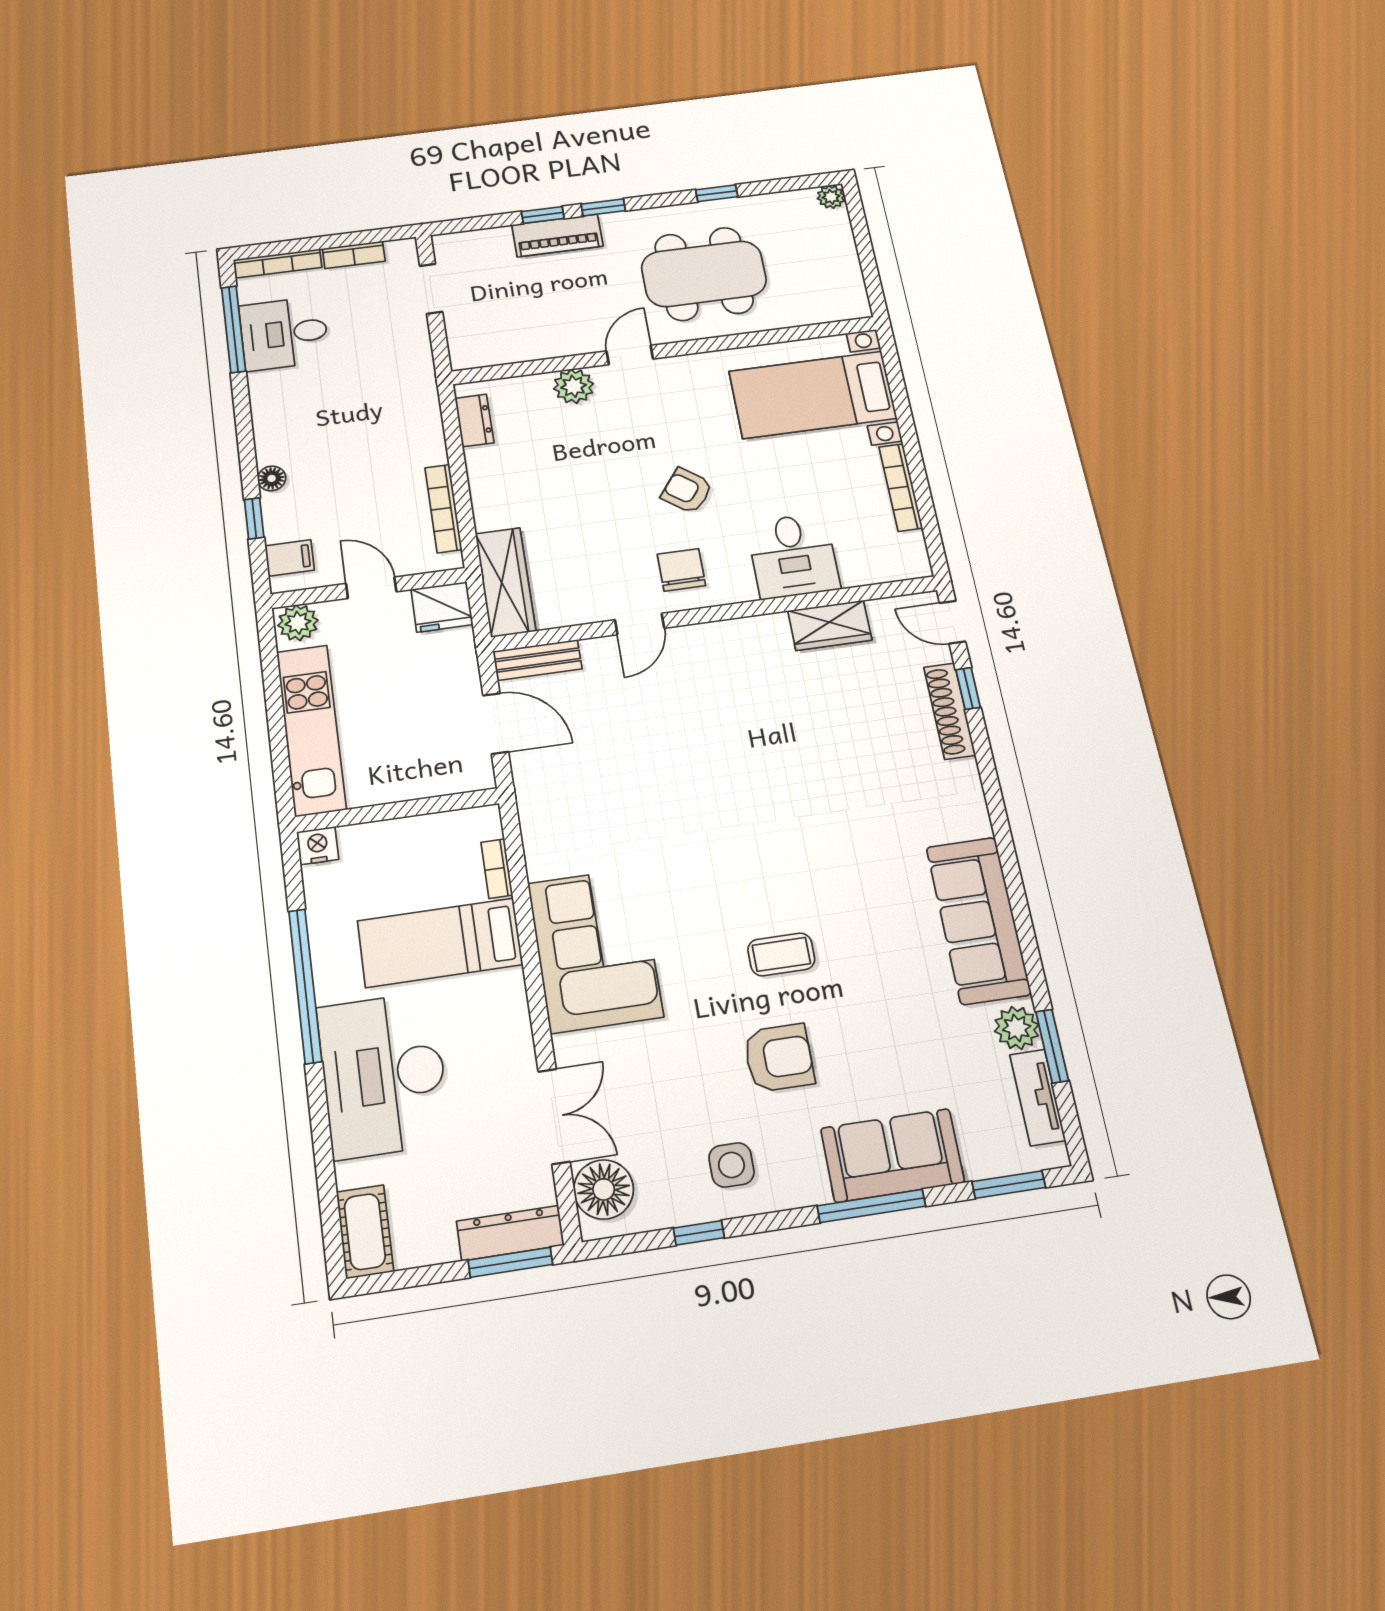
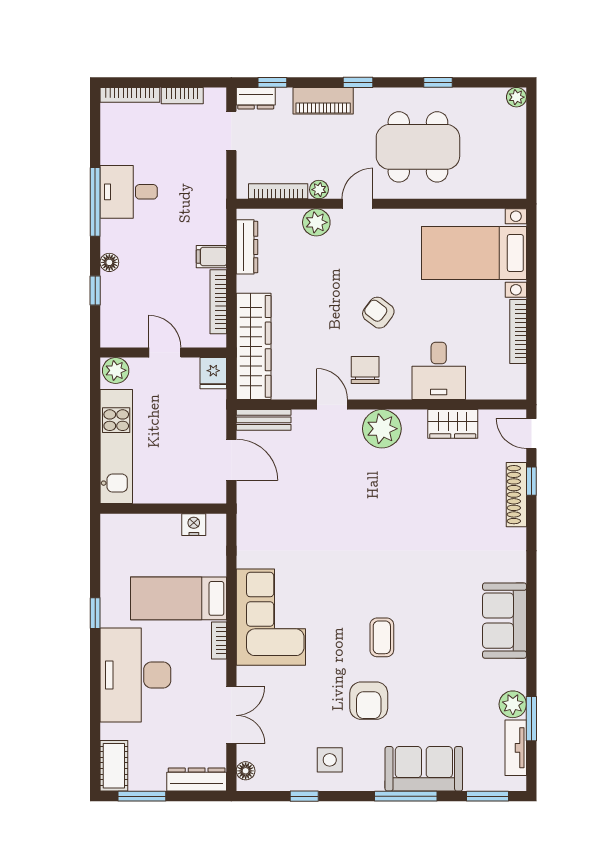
window: (543, 215) -> (272, 82), moved
dresser: (460, 245) -> (256, 98), added
window: (234, 329) -> (95, 202), moved
desk: (284, 333) -> (129, 192), moved
plant: (570, 345) -> (319, 190), added
bookcase: (511, 354) -> (278, 191), added
dresser: (474, 420) -> (247, 247), width x1.44
filing cabinet: (290, 558) -> (211, 257), moved, turned 180
wardrobe: (505, 582) -> (254, 346), width x1.40, depth x1.17
fridge: (442, 607) -> (213, 373), width x0.72
door: (640, 624) -> (332, 405), swing flipped
plant: (722, 647) -> (382, 429), added
nightstand: (318, 846) -> (194, 525), moved
bookcase: (497, 869) -> (219, 641), moved
sofa: (978, 920) -> (505, 621), width x0.73
coffee table: (781, 954) -> (382, 637), turned 90
window: (305, 986) -> (95, 613), width x0.32
armchair: (779, 1058) -> (369, 701), turned 90
floor lamp: (604, 1189) -> (246, 771), width x0.53, depth x0.53
window: (510, 1262) -> (142, 796), moved

